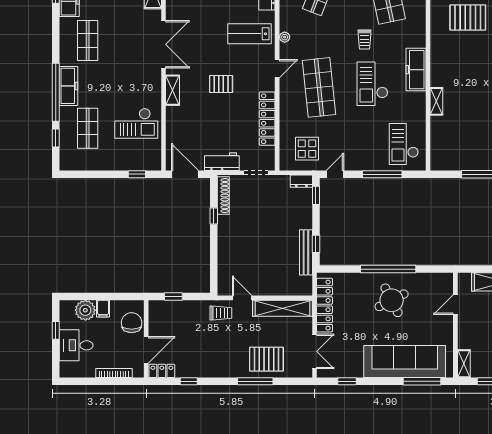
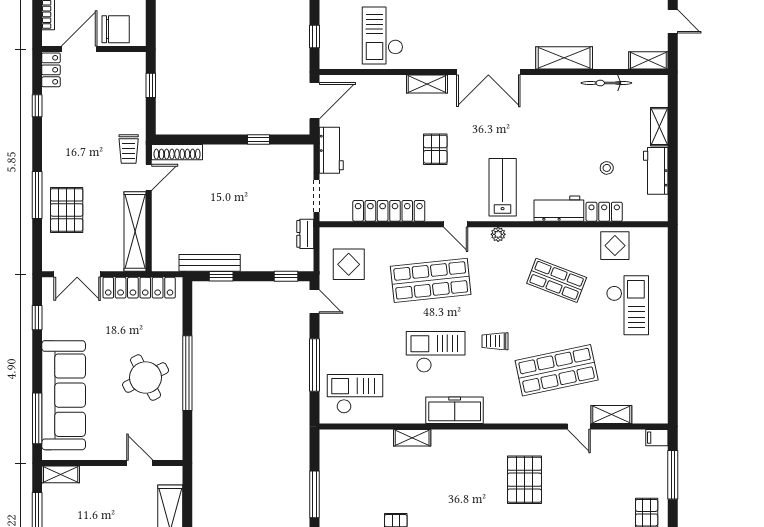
dresser: (301, 181) -> (305, 234), moved
shoe rack: (223, 196) -> (177, 152), moved
door: (146, 350) -> (79, 49), swing flipped

